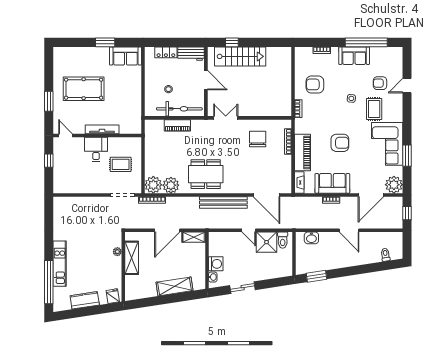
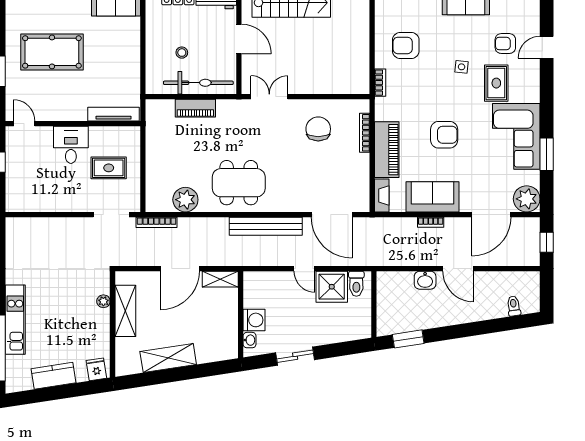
tv unit: (102, 129) -> (114, 114), moved
plant: (153, 185) -> (159, 199), removed
washbasin: (311, 238) -> (425, 280), moved
shelving: (175, 286) -> (168, 358), moved

